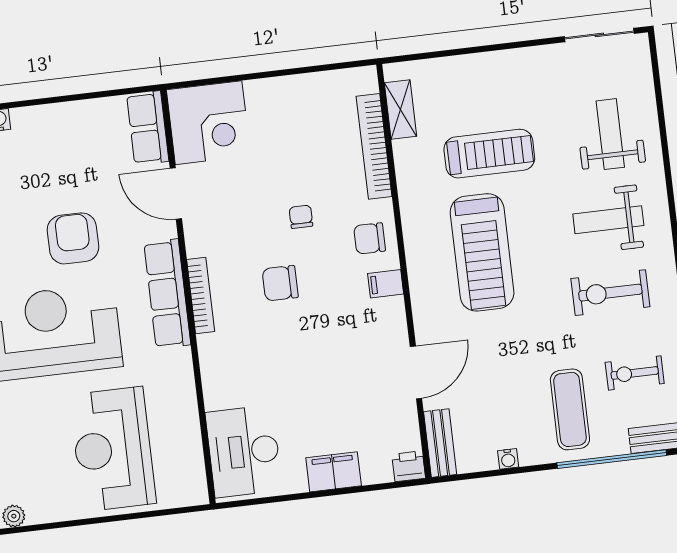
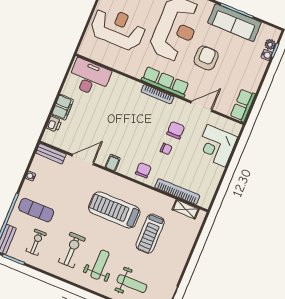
corner desk: (209, 123) -> (216, 146), moved
row of seats: (148, 128) -> (243, 105), moved, turned -90
armchair: (73, 238) -> (206, 58), turned -90
chair: (280, 283) -> (176, 130), moved
filing cabinet: (386, 284) -> (113, 163), moved
door: (416, 372) -> (83, 159), swing flipped
printer: (409, 466) -> (54, 124), moved

